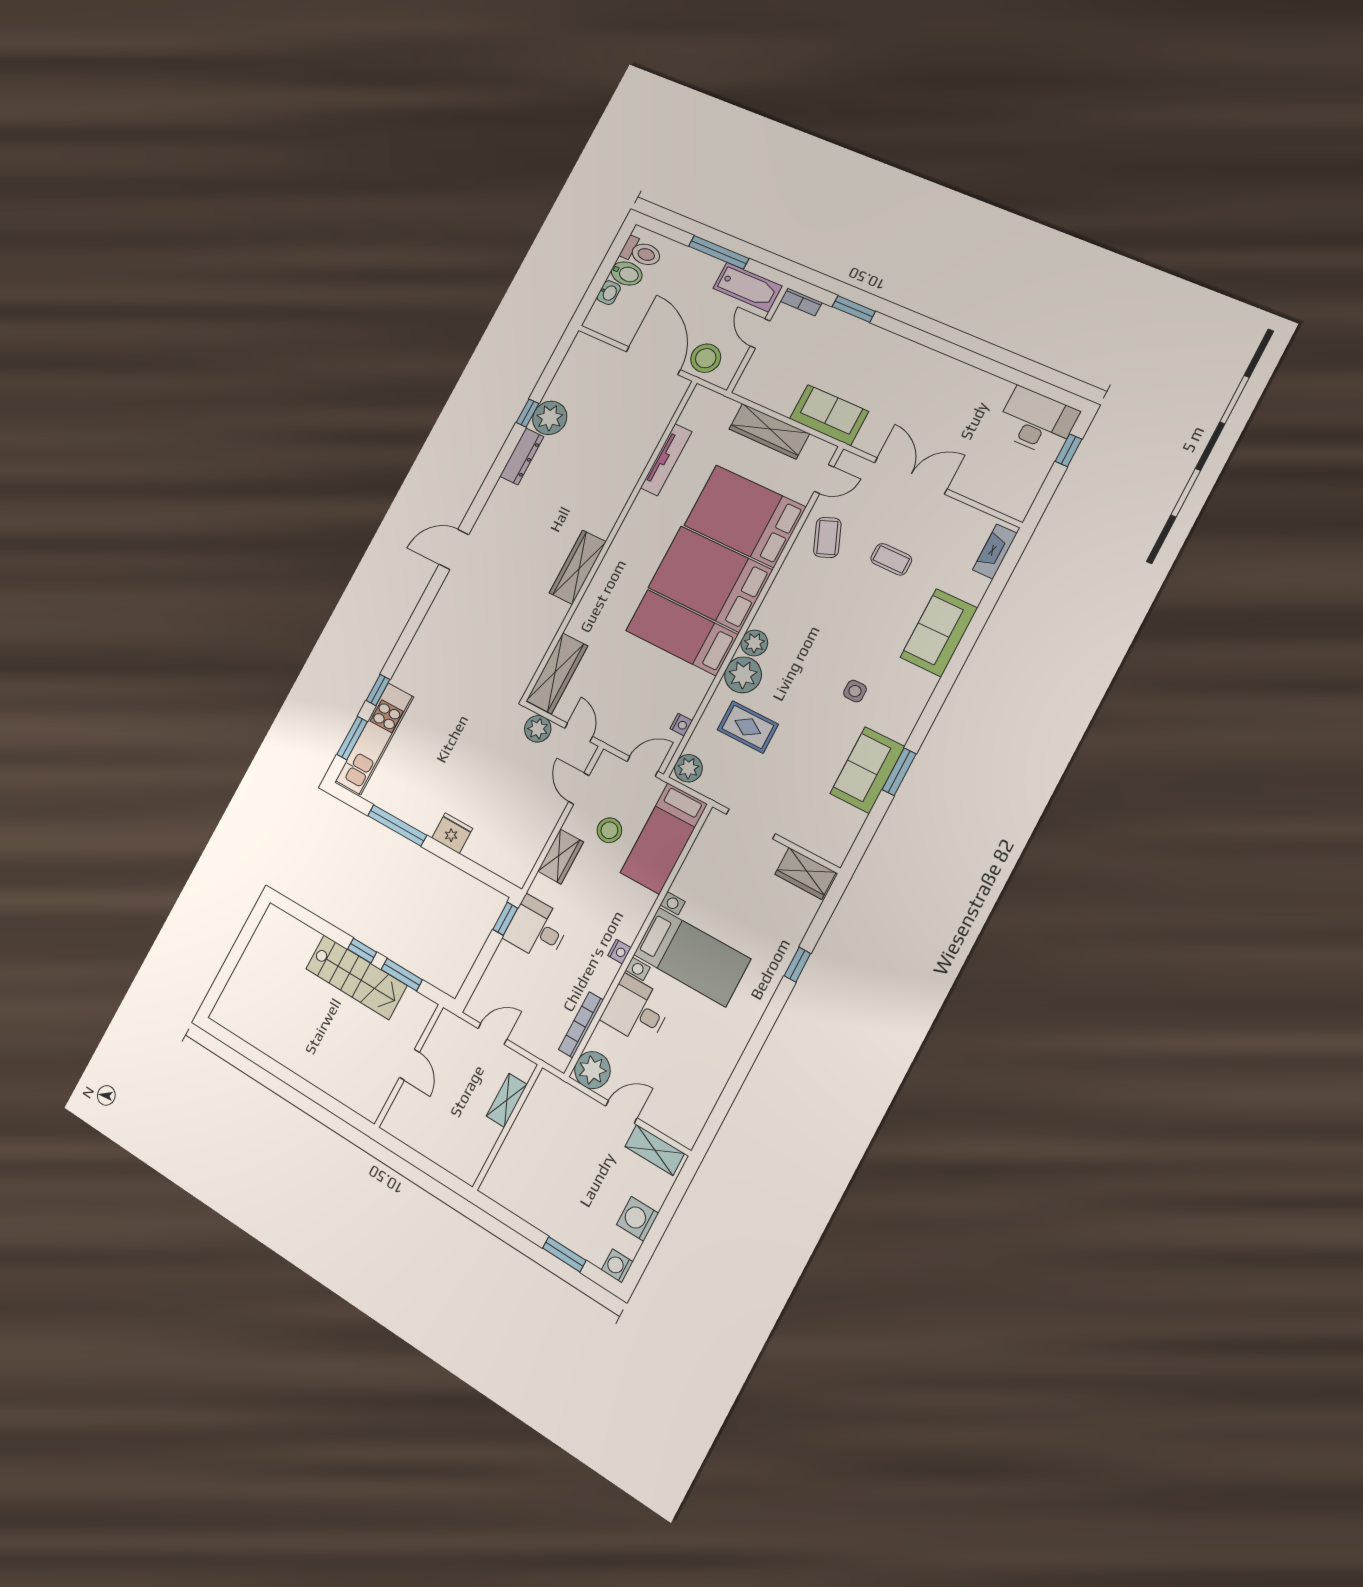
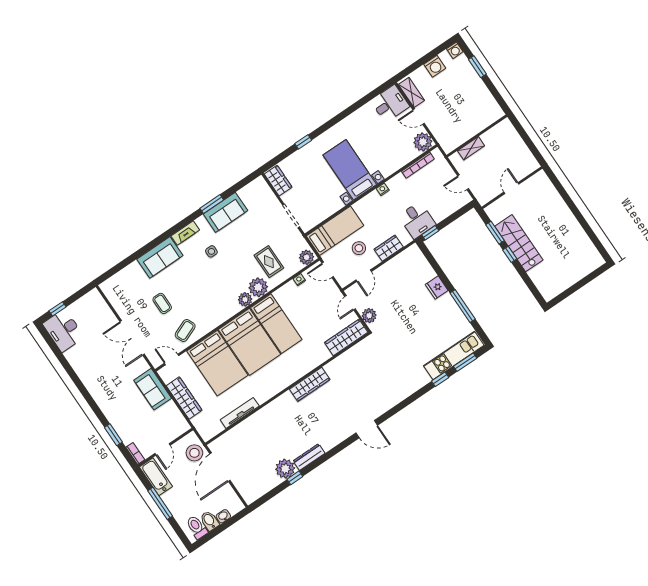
fireplace: (995, 551) -> (185, 233), moved
desk: (636, 1010) -> (390, 104), moved, turned -90

